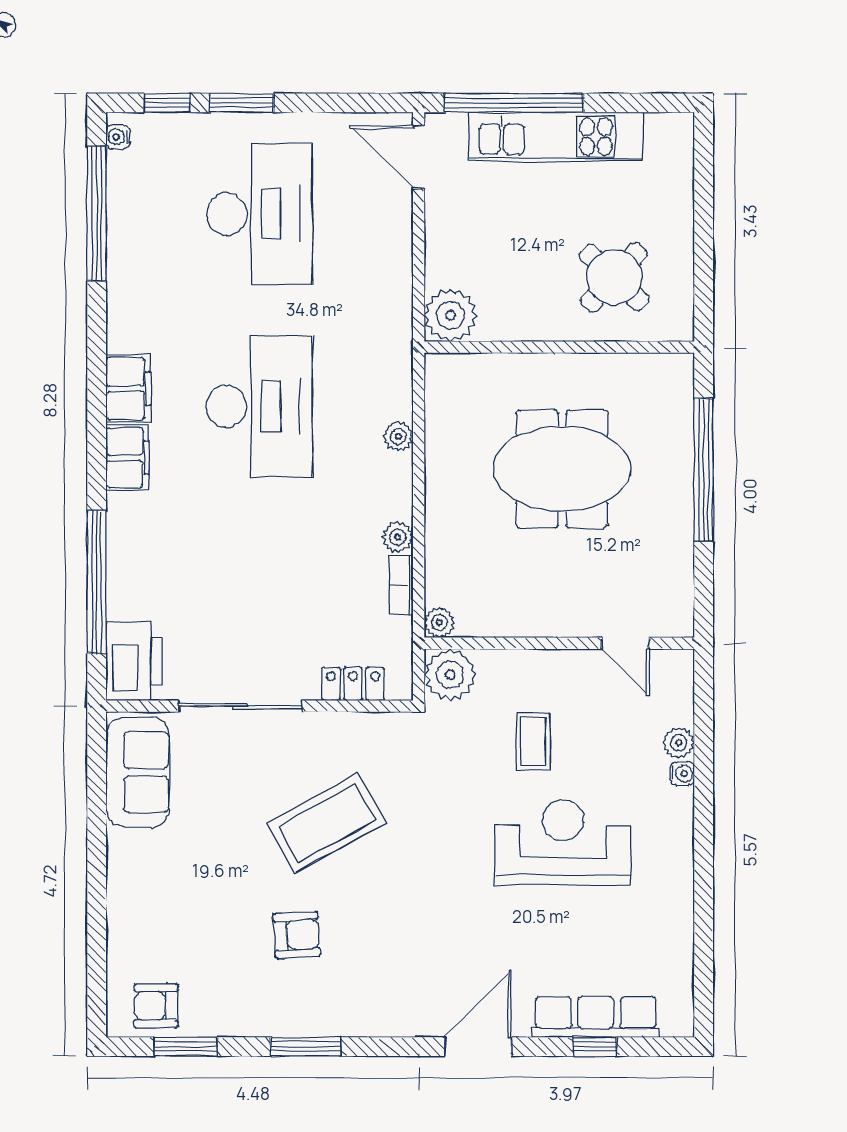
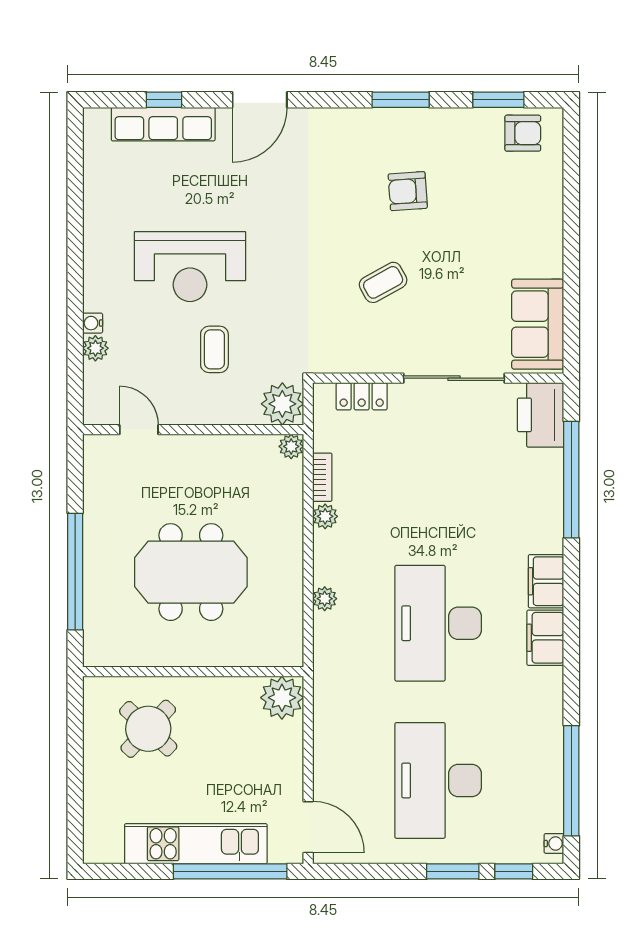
coffee table: (327, 823) -> (383, 282), width x0.54, depth x0.58

